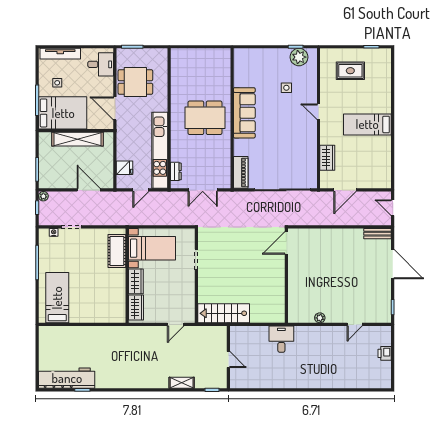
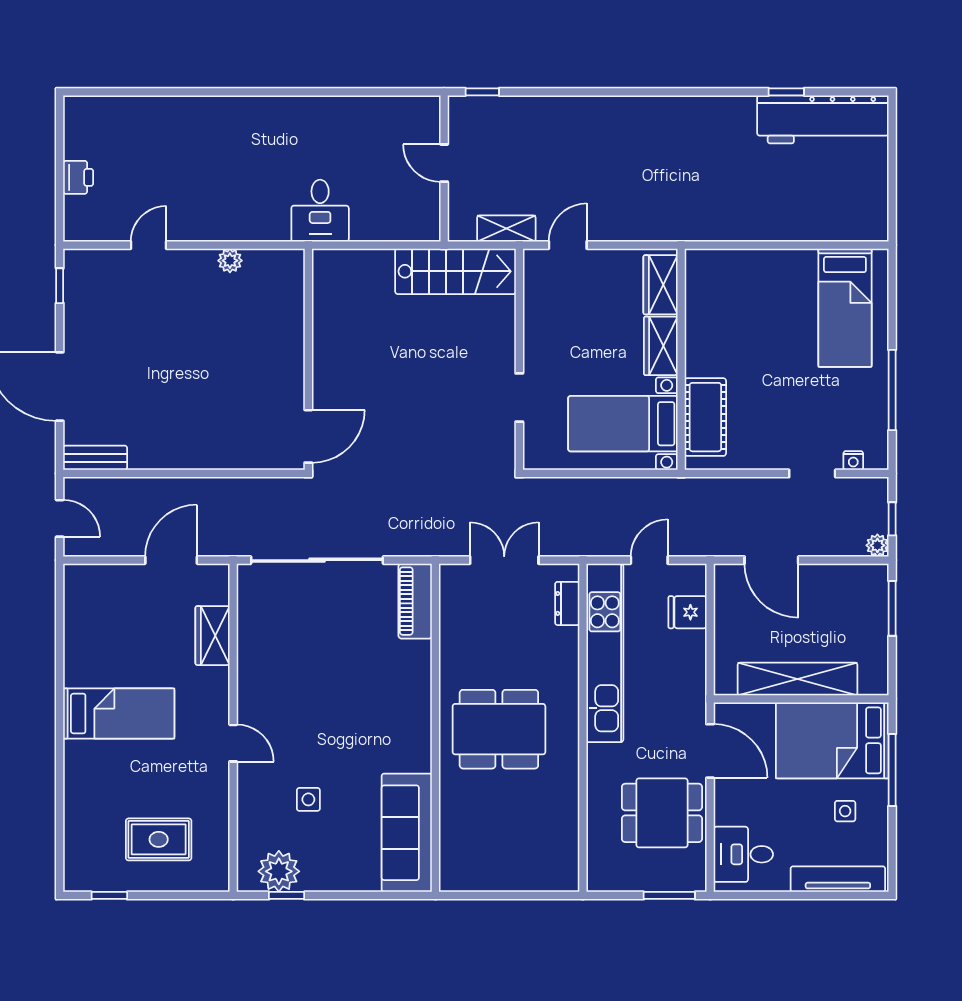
sofa: (244, 113) -> (407, 833), moved
shelving: (182, 383) -> (506, 228), moved

